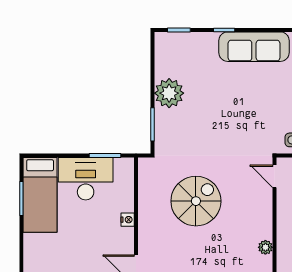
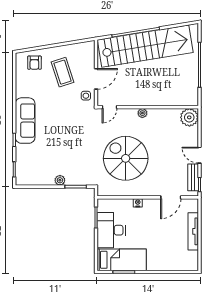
plant: (169, 93) -> (60, 180), width x0.53, depth x0.53
spiral stairs: (196, 201) -> (126, 158), width x1.37, depth x1.37
plant: (265, 247) -> (142, 113), moved

